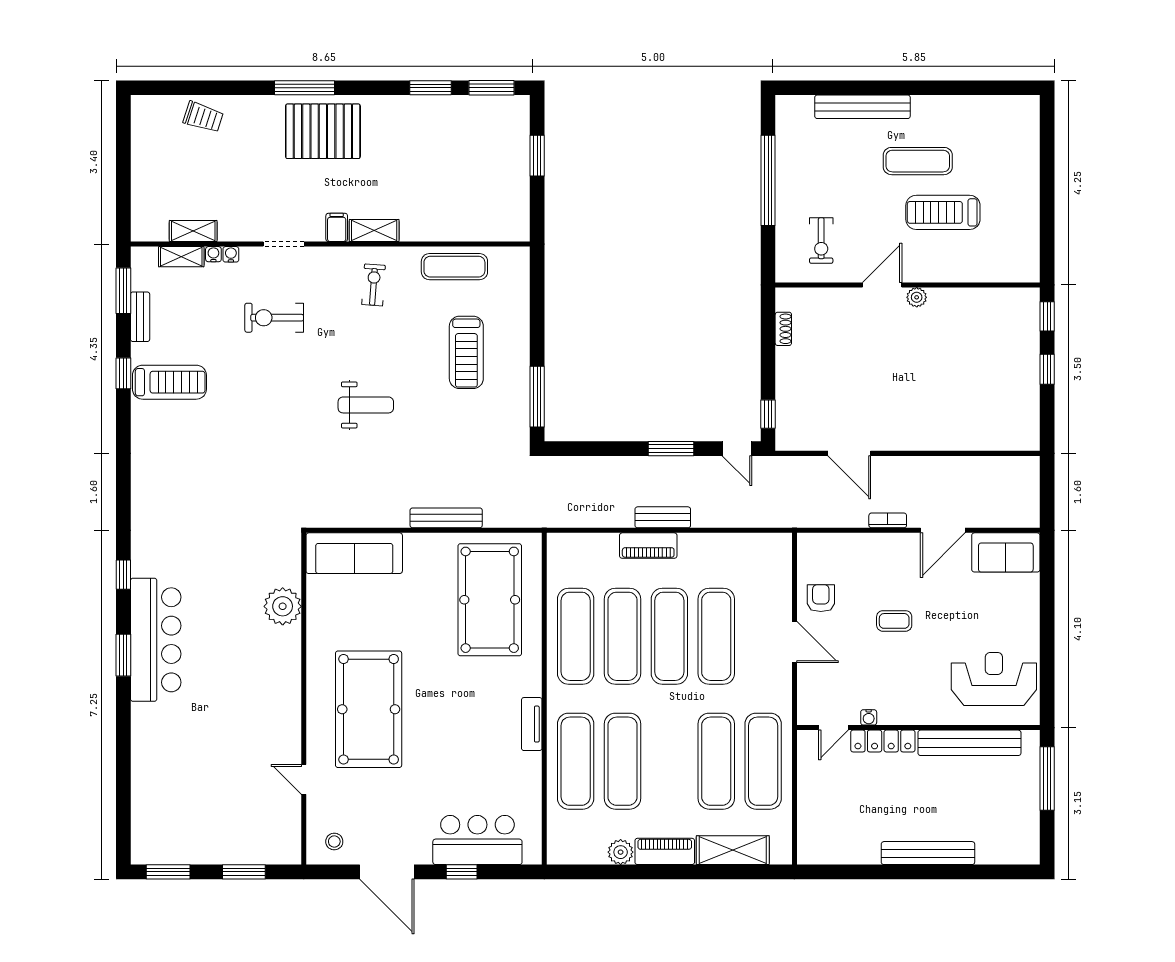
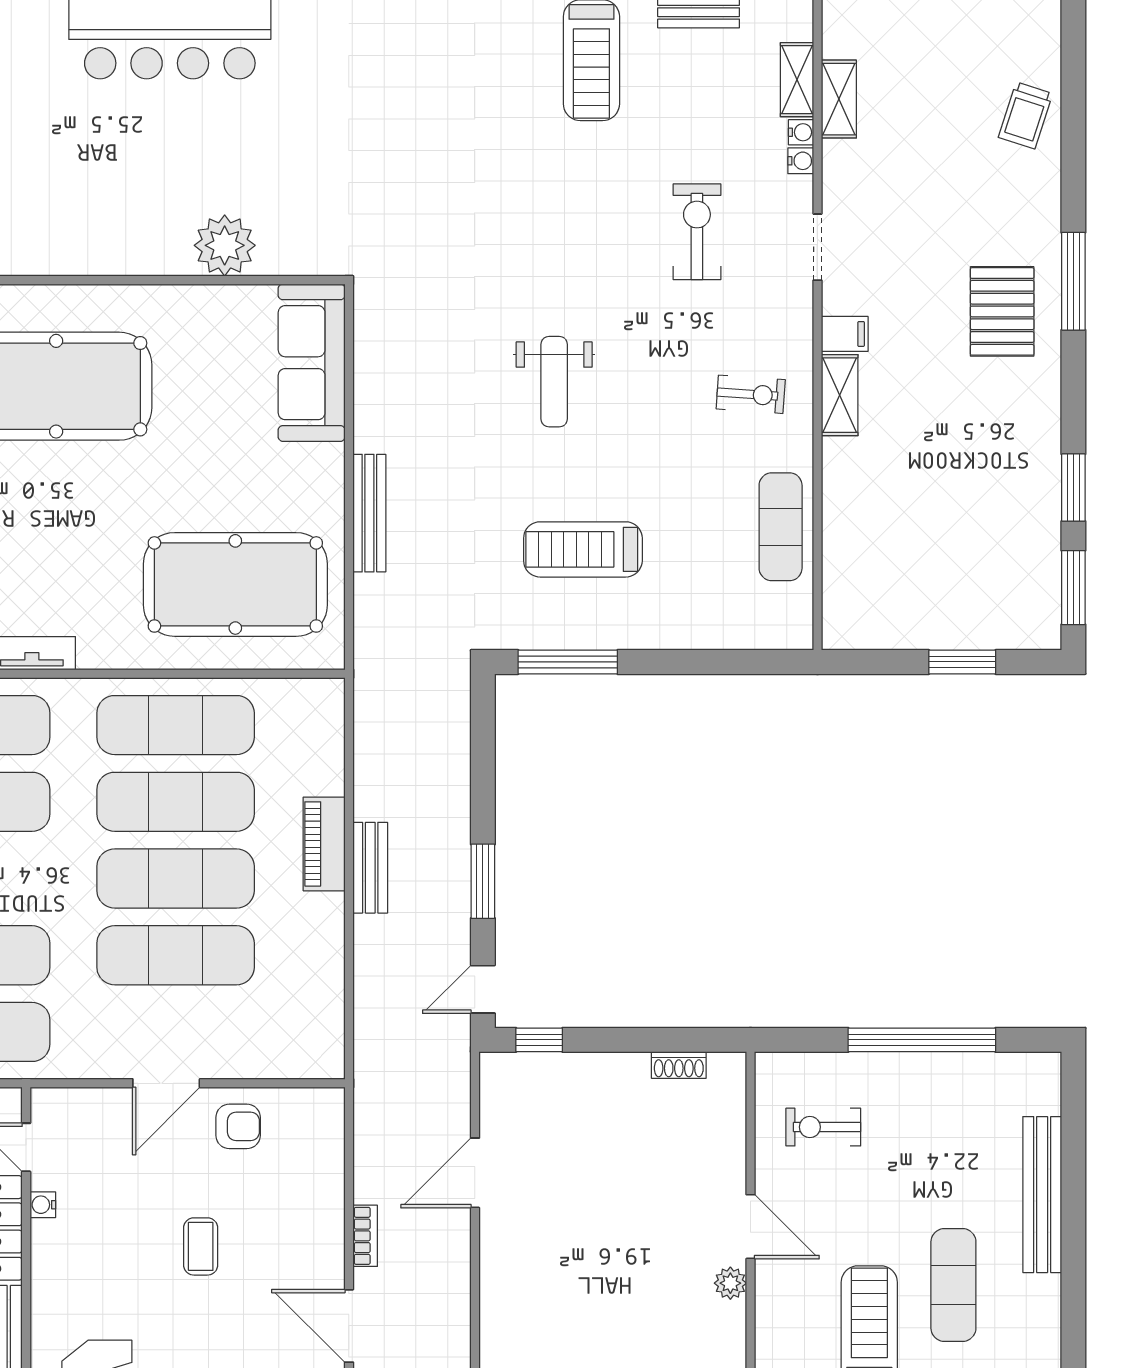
pallet: (323, 131) -> (1002, 311), width x0.73, depth x0.71
treadmill: (466, 352) -> (583, 549), moved

